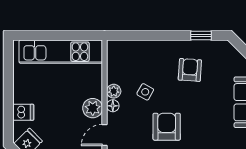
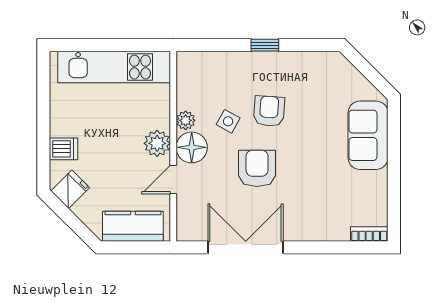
window: (201, 35) -> (265, 45), moved
armchair: (190, 70) -> (269, 111), moved
floor lamp: (113, 106) -> (192, 147), width x1.89, depth x1.89

